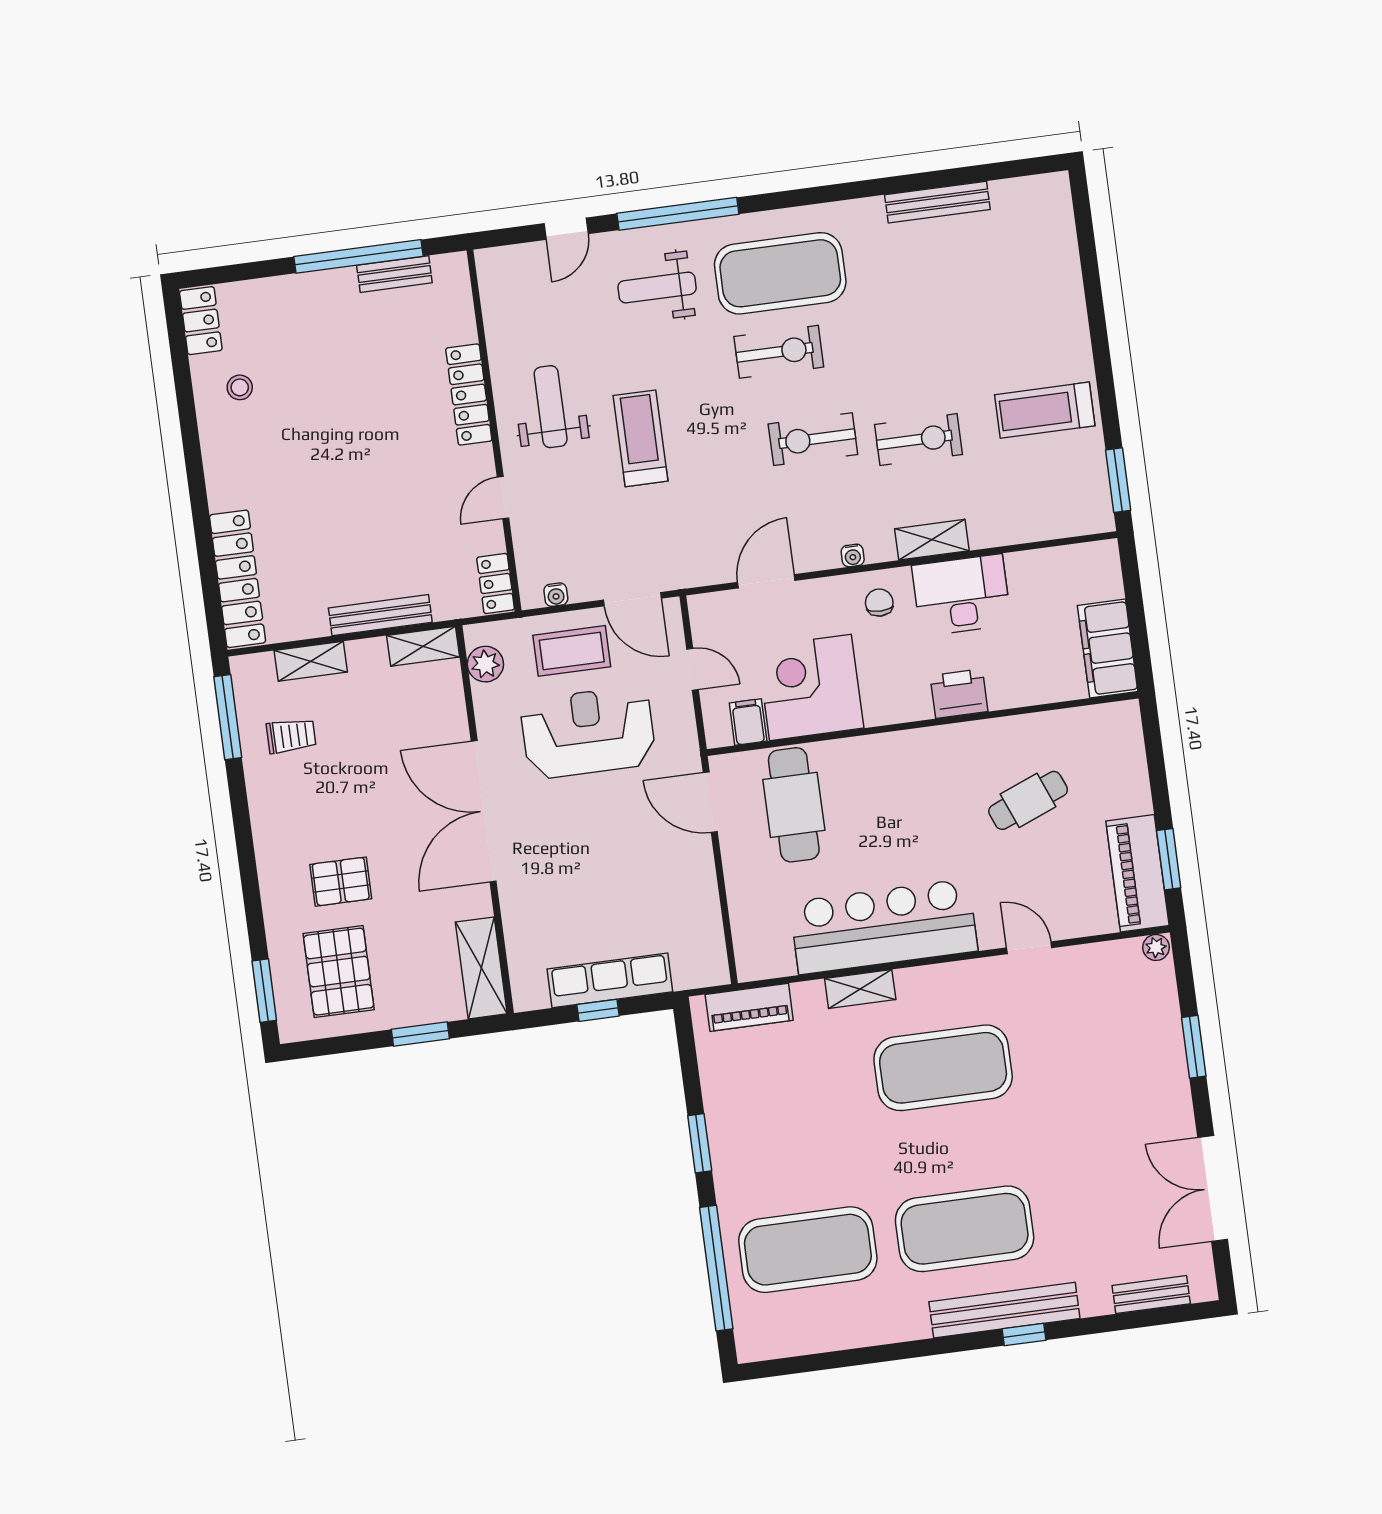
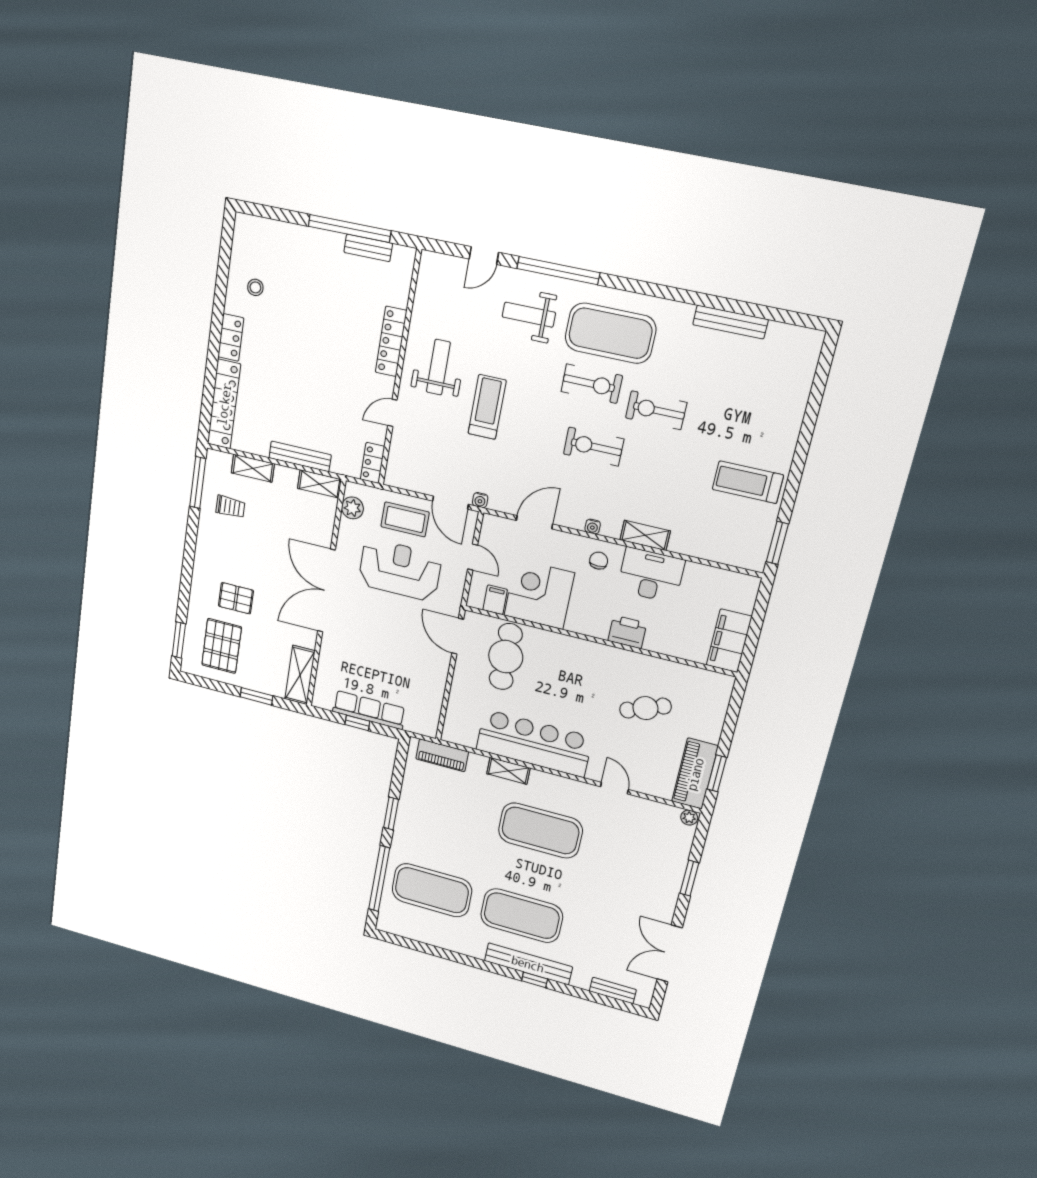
locker: (201, 321) -> (231, 337), moved
exercise bike: (918, 440) -> (656, 410), moved, turned 180
water cooler: (556, 595) -> (480, 500), moved

